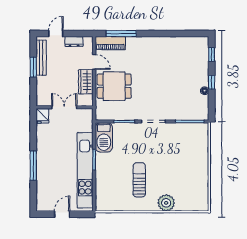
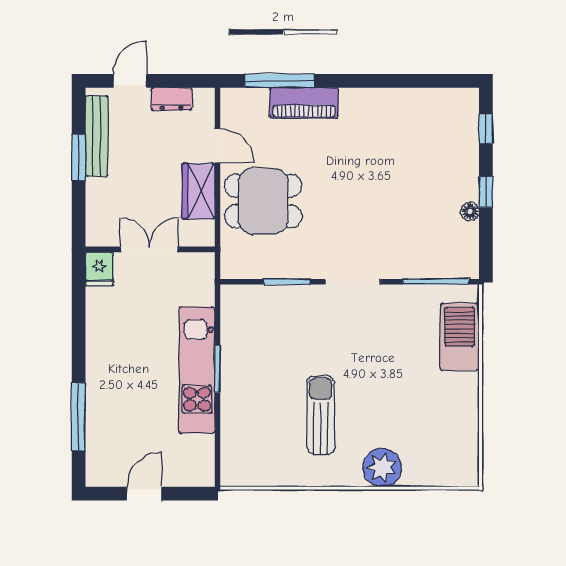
piano: (110, 43) -> (304, 103), moved
barbecue: (104, 137) -> (460, 337), moved, turned 180
window: (33, 166) -> (79, 417), moved
kitchen unit: (85, 170) -> (197, 370), width x0.73

